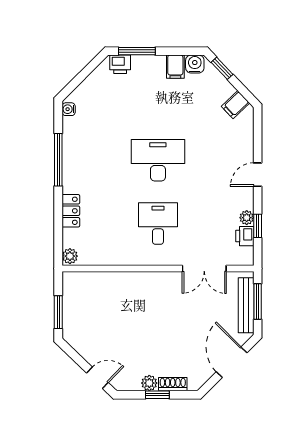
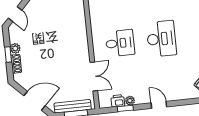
double door: (204, 268) -> (94, 76), swing flipped

